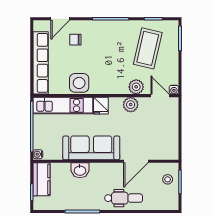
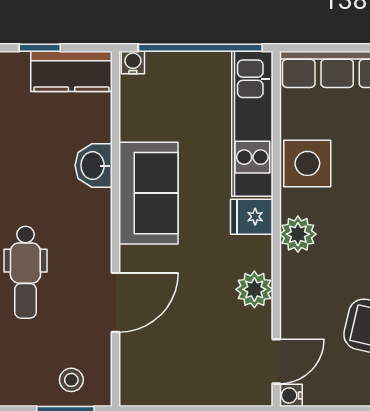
plant: (136, 87) -> (298, 234), moved
sofa: (91, 148) -> (148, 193), width x0.73
door: (136, 161) -> (116, 302), swing flipped

